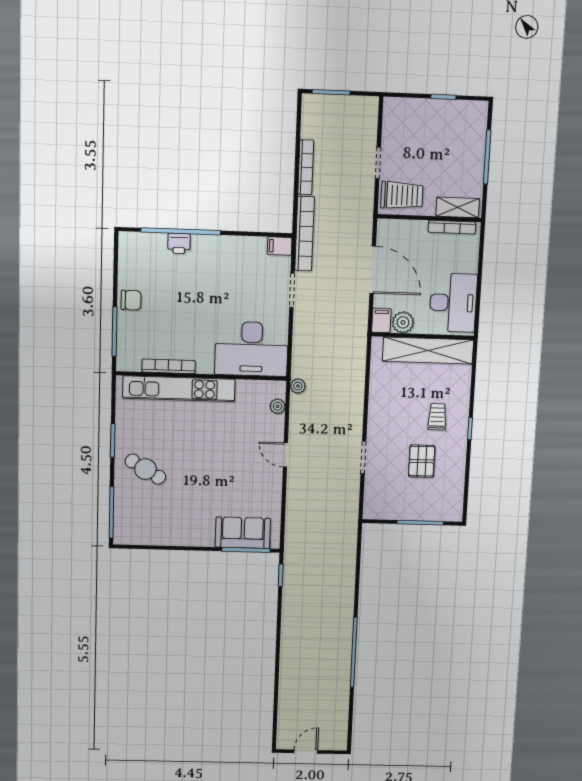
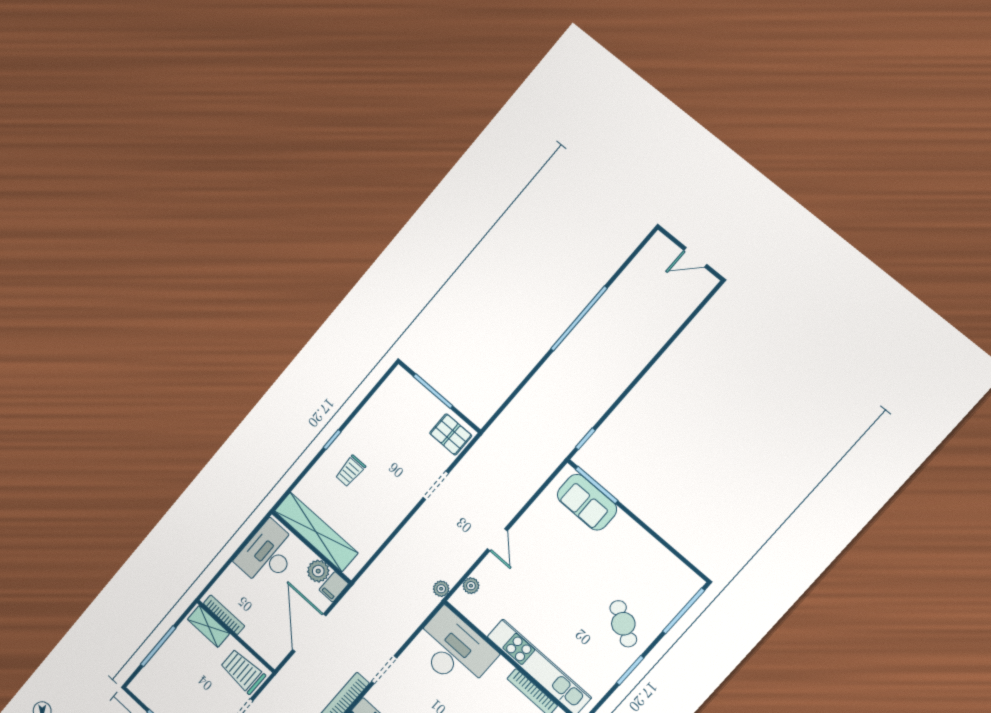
pallet: (422, 461) -> (451, 434), moved, turned 90

